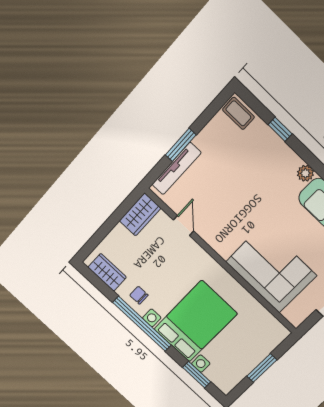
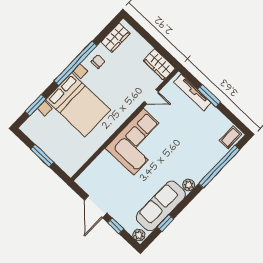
window: (280, 129) -> (219, 167), width x3.17
corner sofa: (271, 269) -> (139, 142), moved

